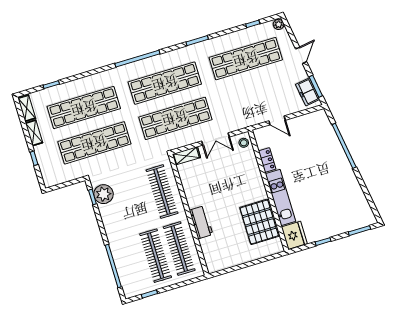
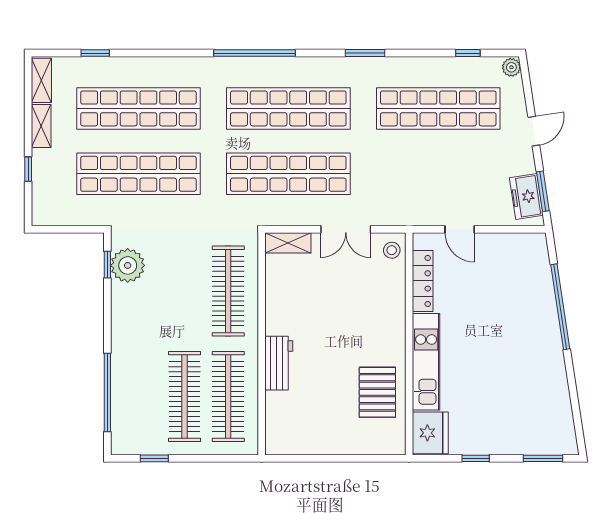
locker: (267, 160) -> (423, 281), width x1.53
pallet: (259, 222) -> (377, 392), width x0.73, depth x0.71

